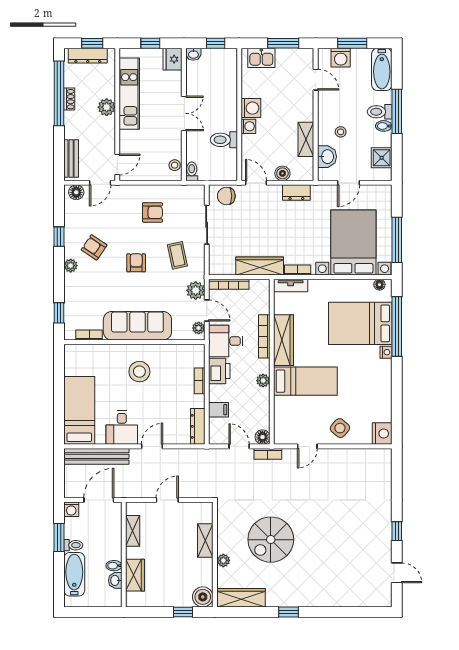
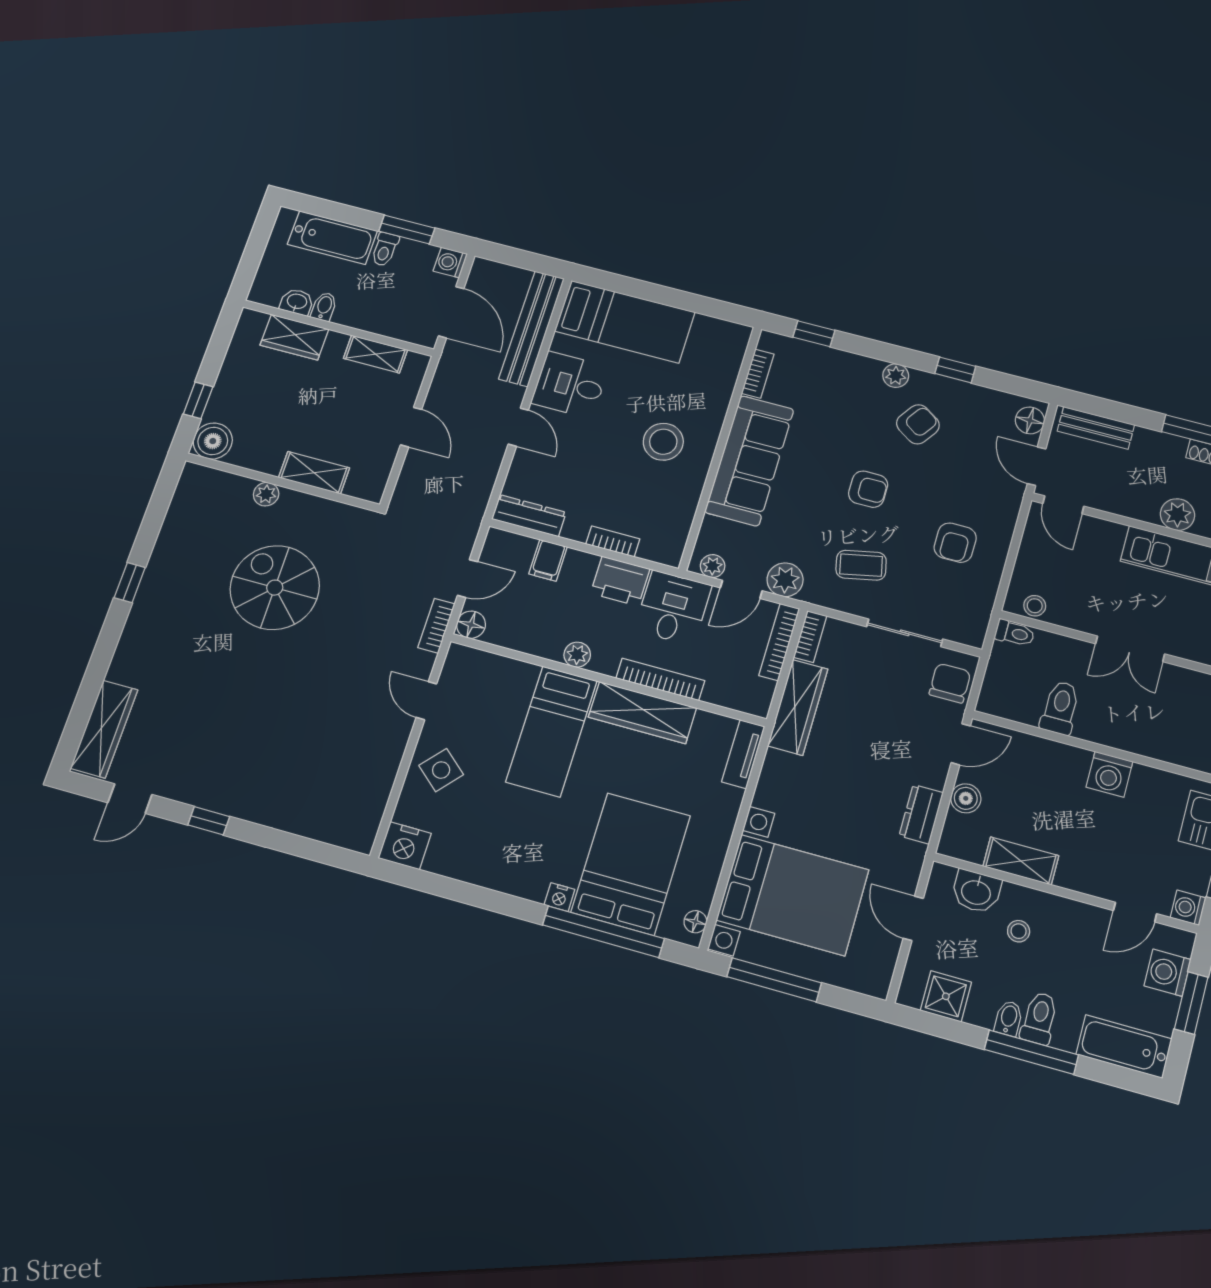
washing machine: (248, 126) -> (1188, 908), moved, turned 90
bookcase: (298, 270) -> (810, 637), moved
wardrobe: (241, 598) -> (104, 729), moved

